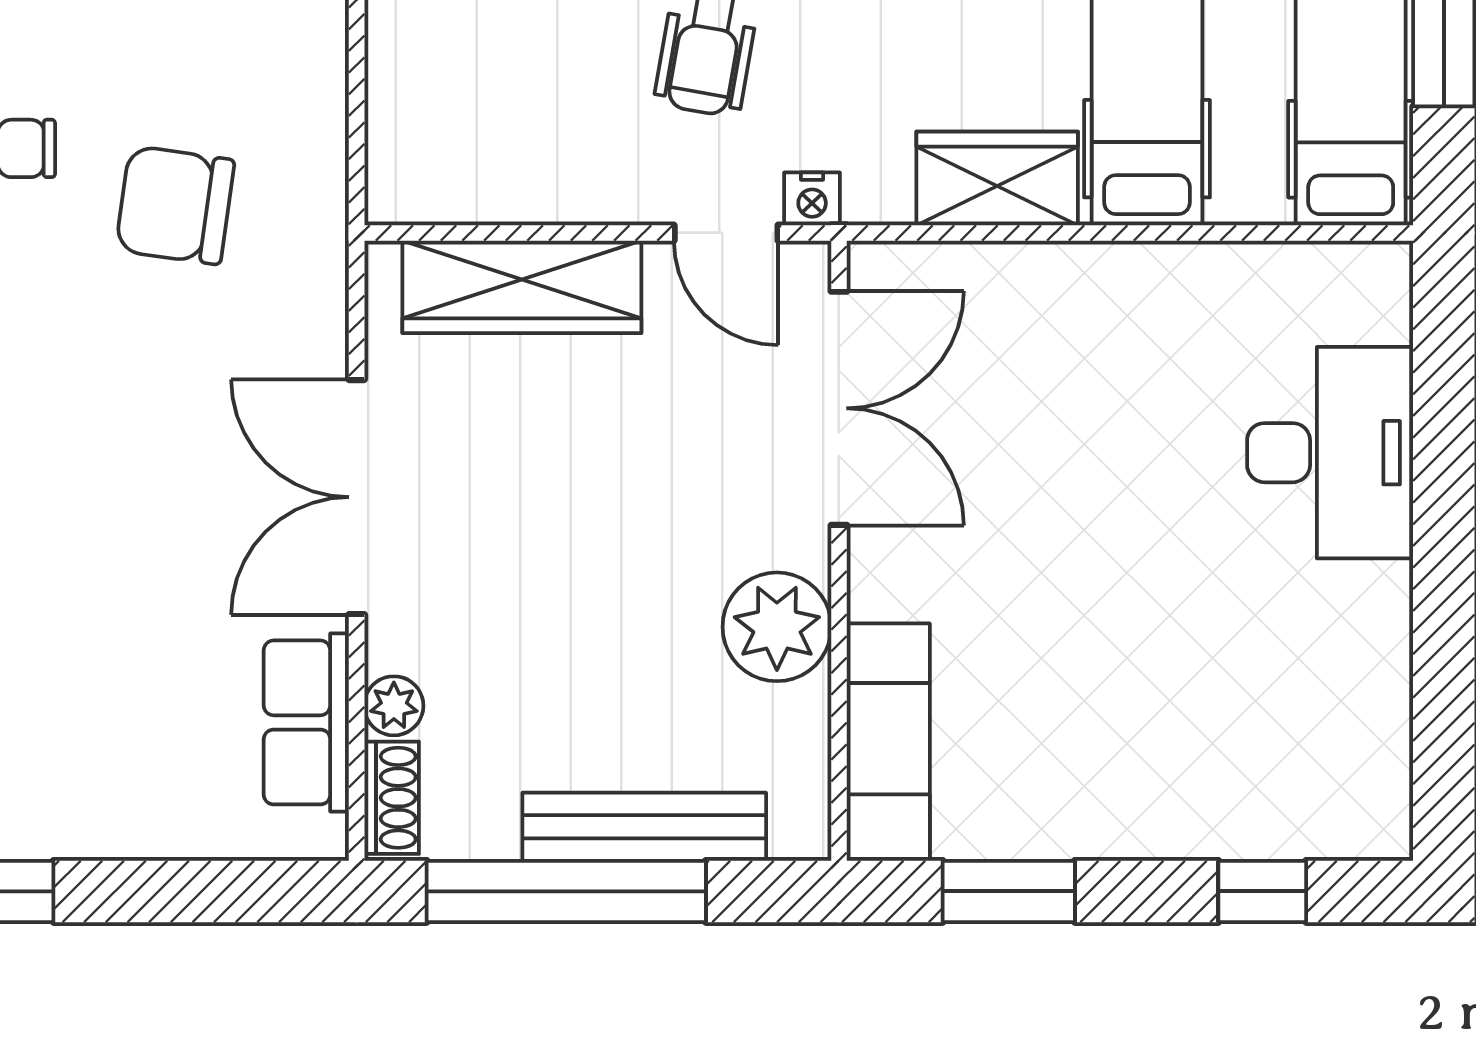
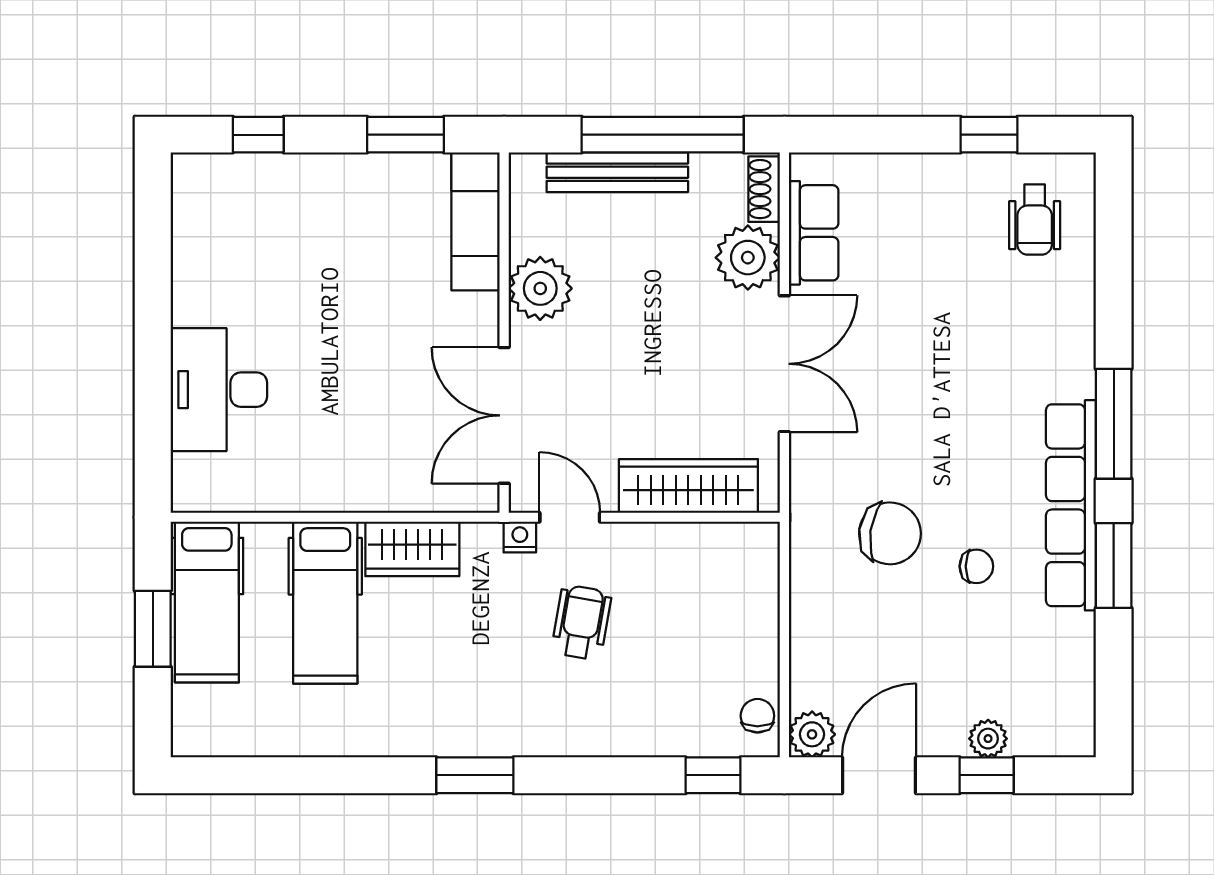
plant: (394, 706) -> (748, 258), width x1.88, depth x1.88

